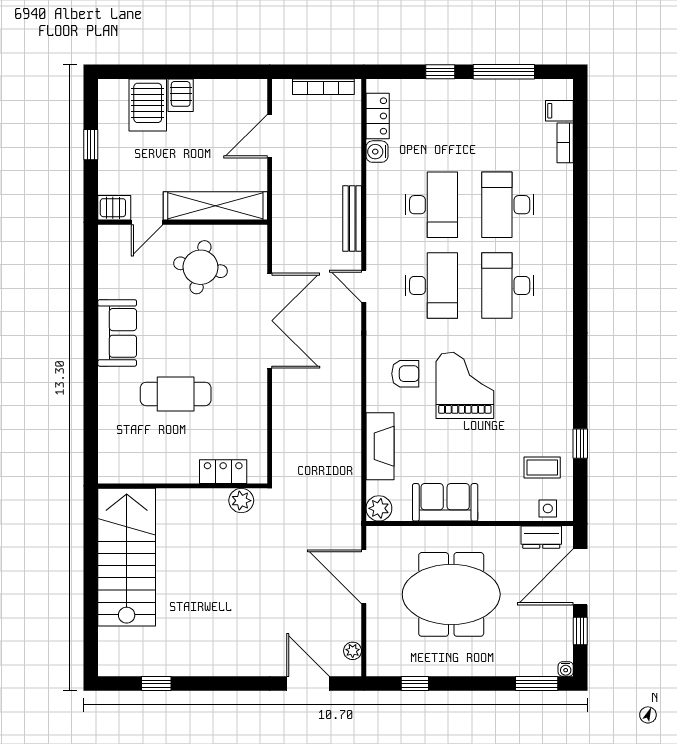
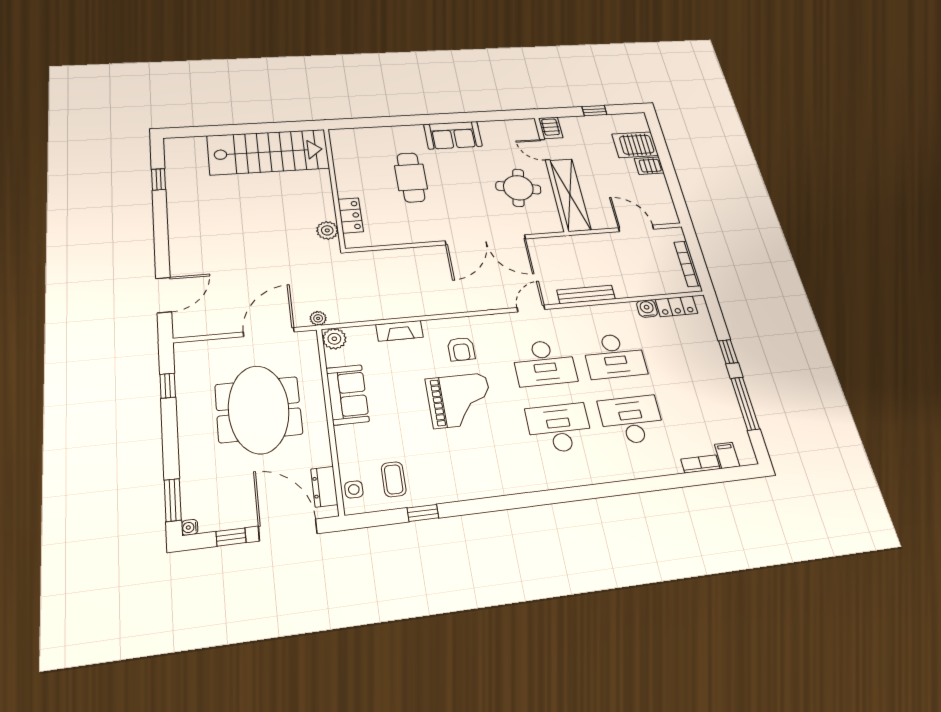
fireplace: (380, 446) -> (400, 331), width x0.73, depth x0.76
plant: (353, 651) -> (318, 318), moved

